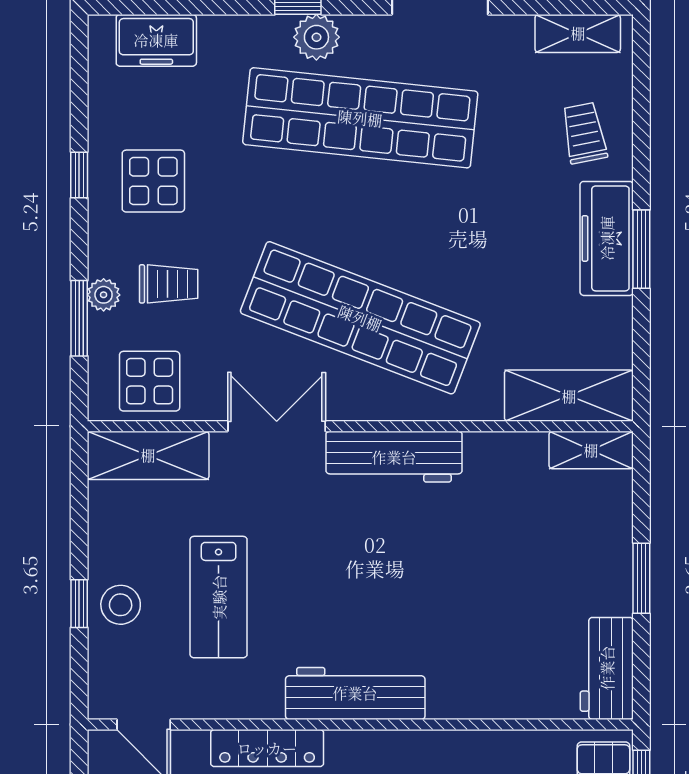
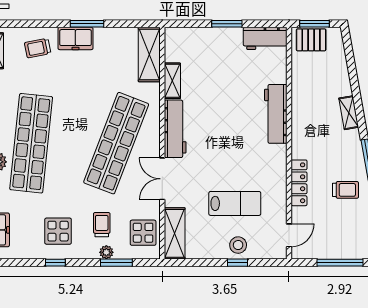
freezer: (607, 238) -> (75, 38), width x0.71
shelving: (591, 450) -> (172, 81), moved
workbench: (355, 693) -> (276, 114), moved

